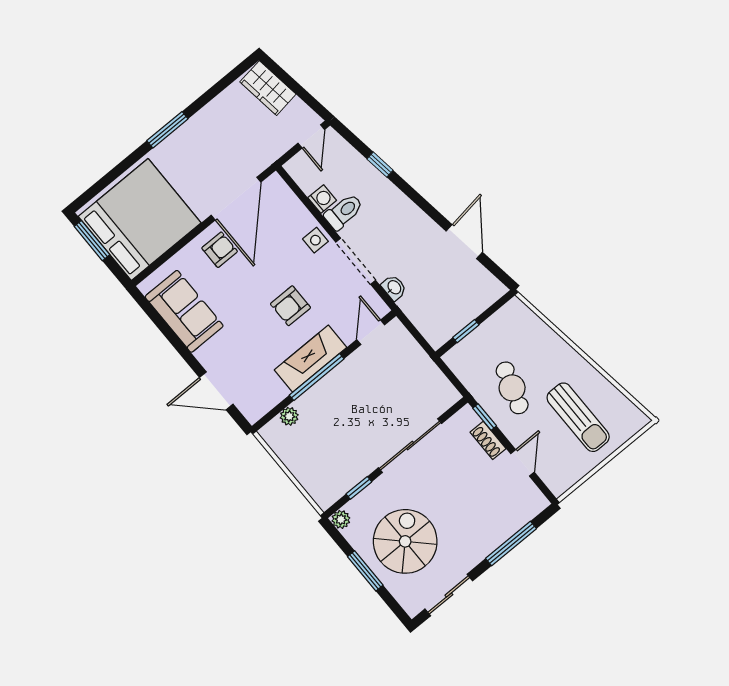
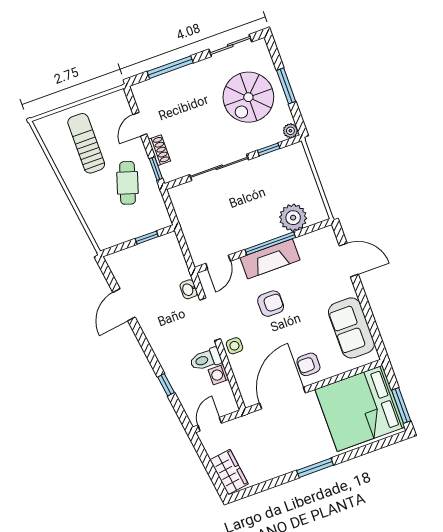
plant: (289, 416) -> (293, 218), width x1.88, depth x1.88

